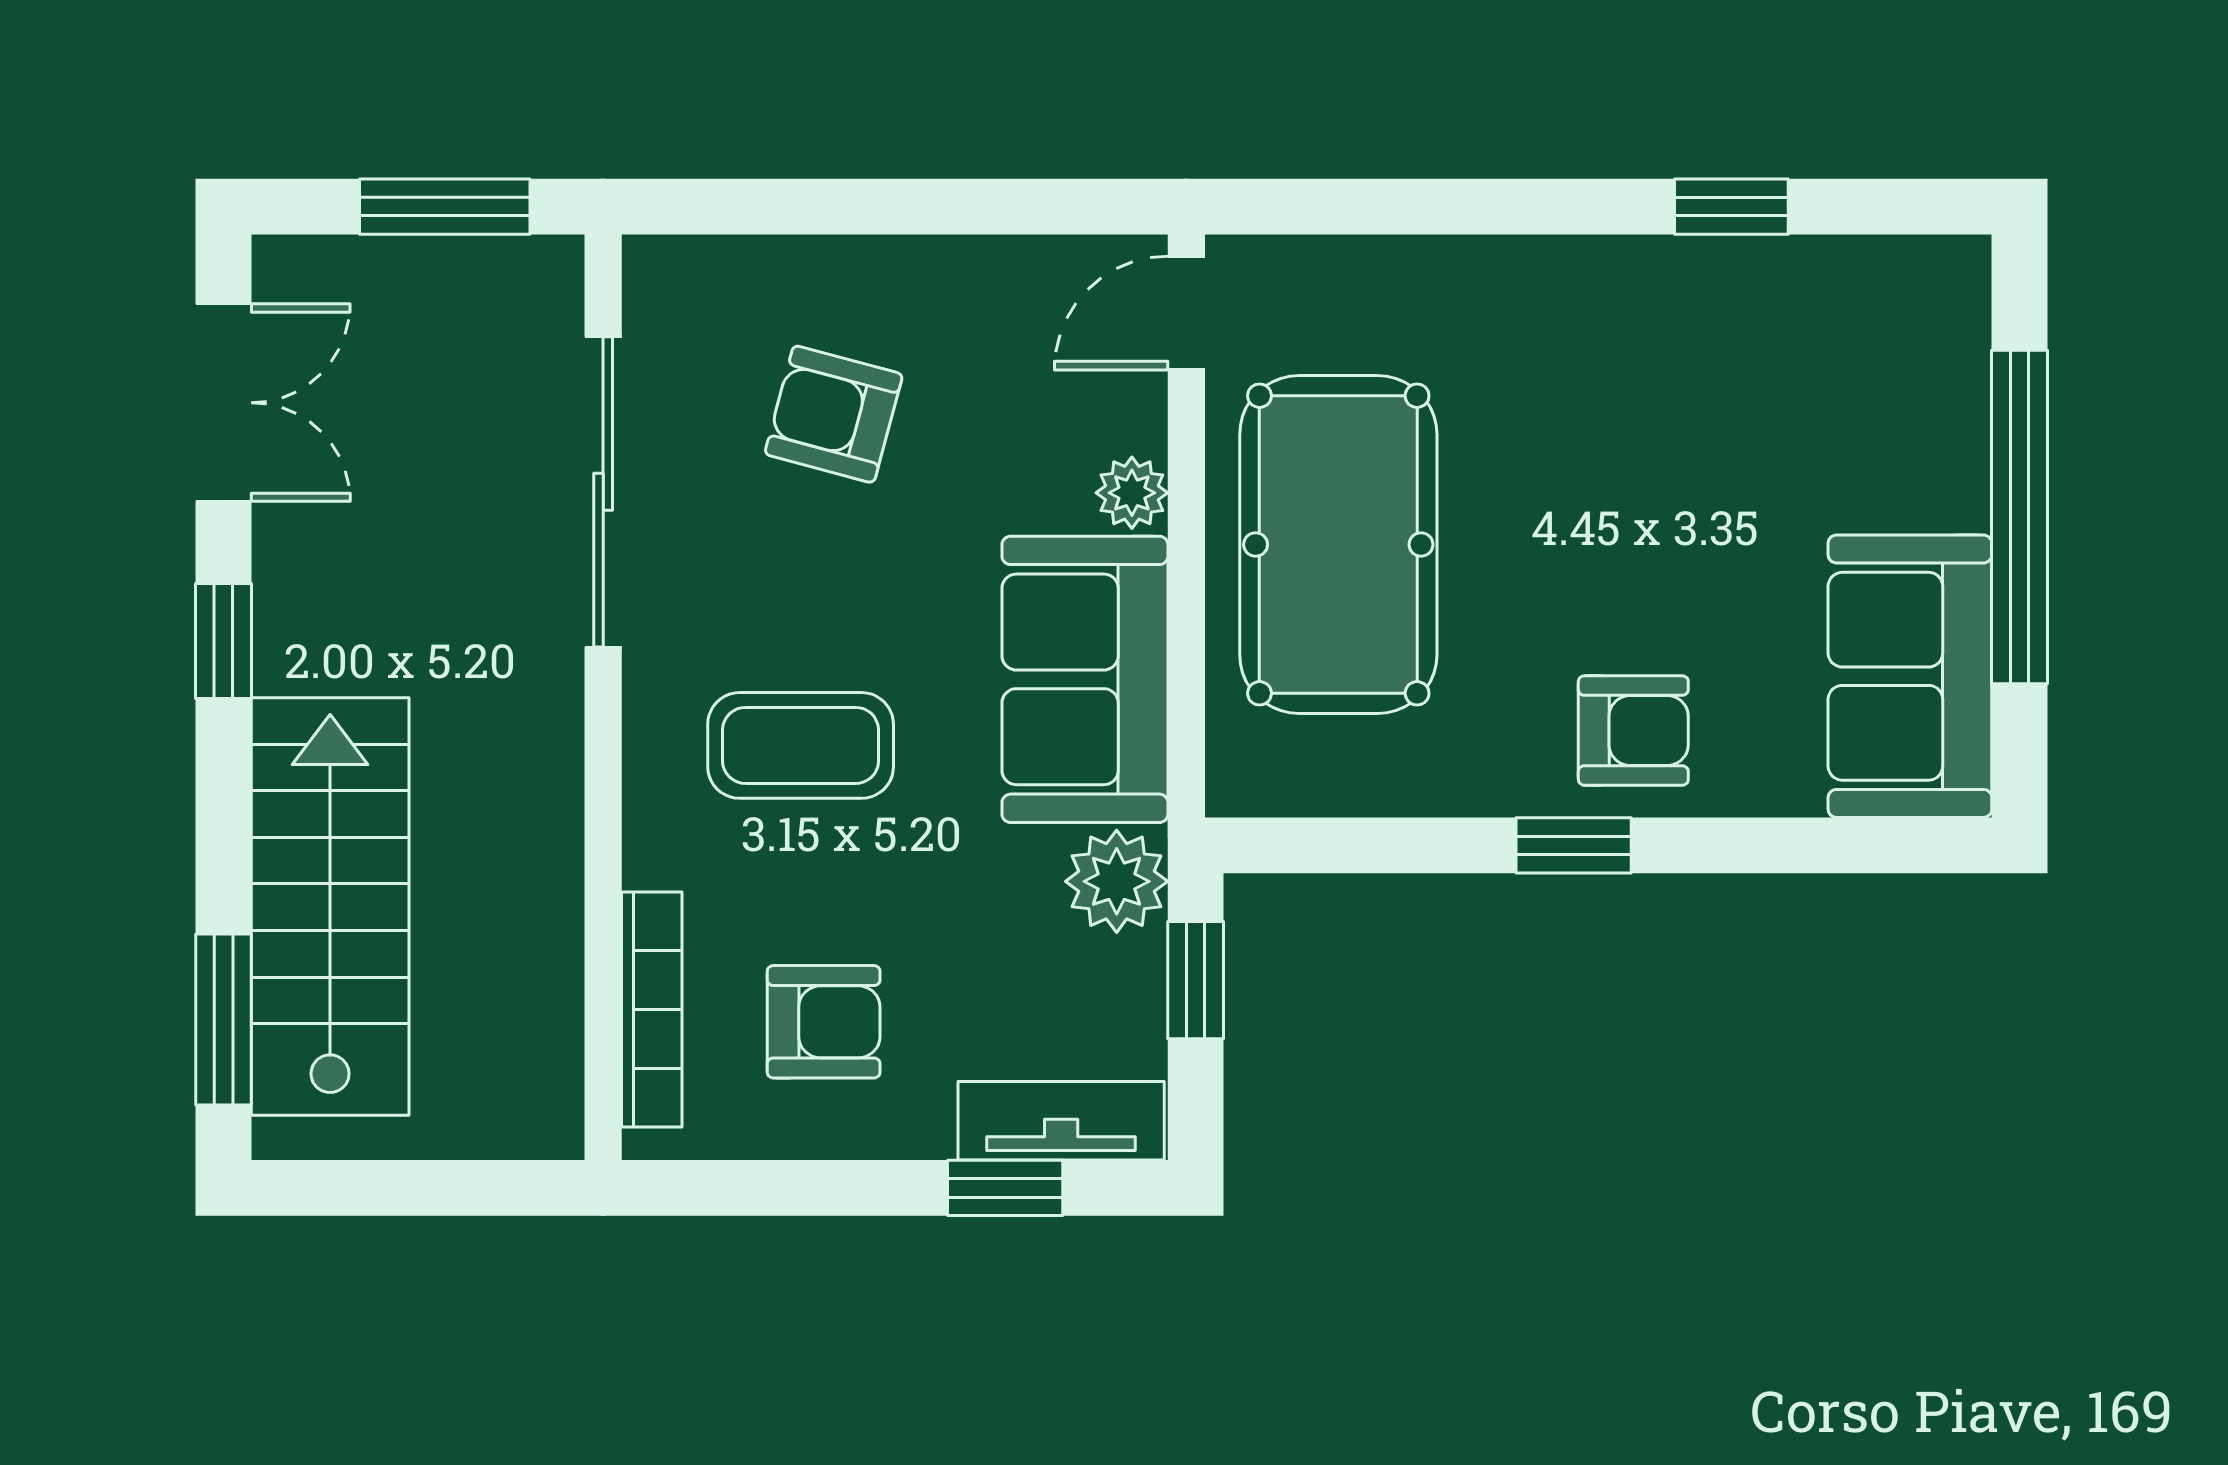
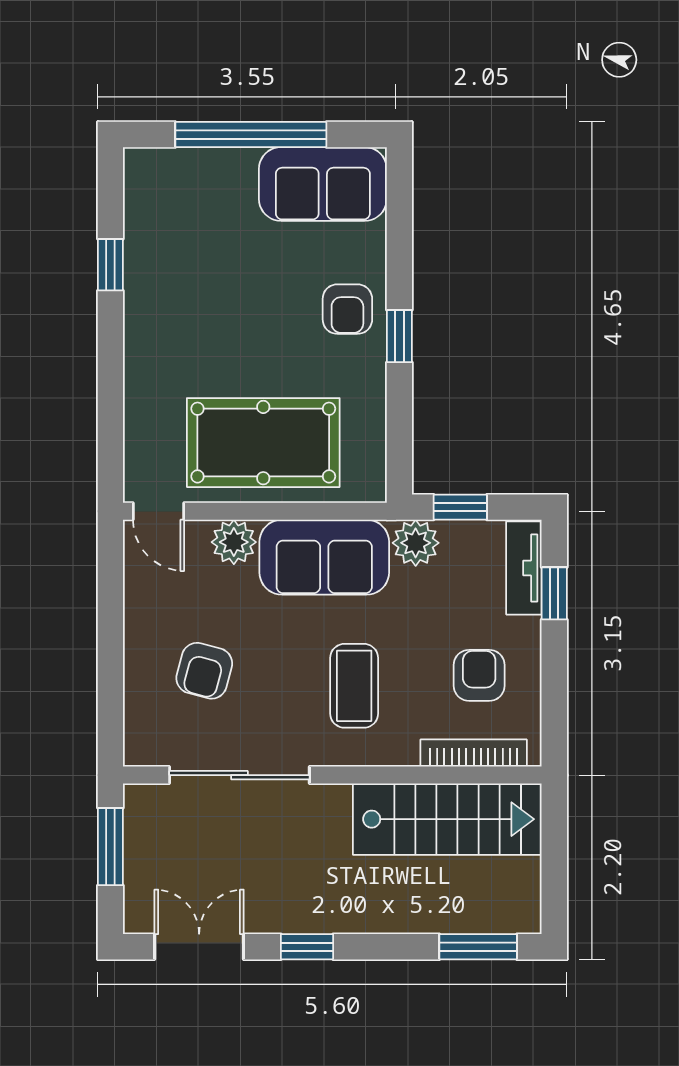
plant: (1132, 493) -> (234, 542), width x1.38, depth x1.38
armchair: (1633, 731) -> (347, 309), turned 180
stairs: (330, 907) -> (447, 819), moved, turned 180

